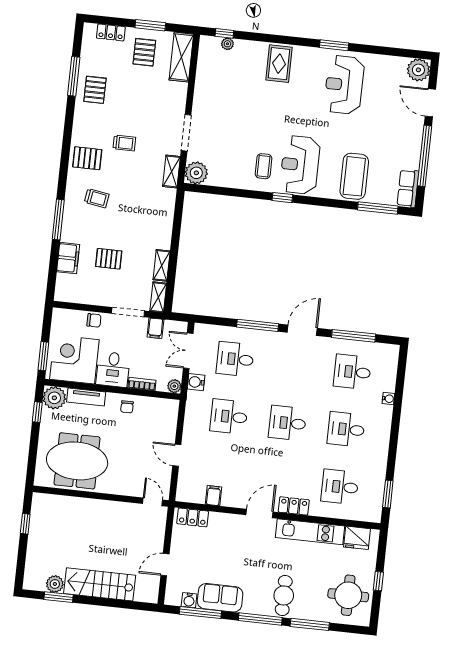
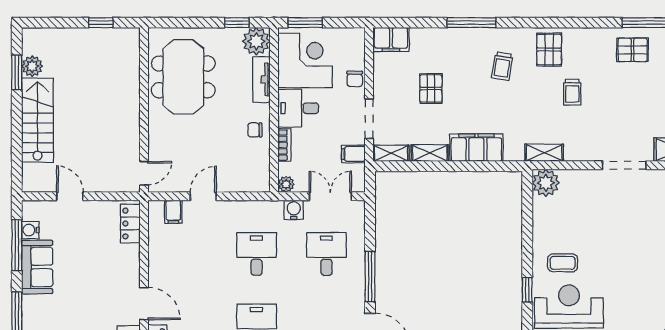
doorway: (186, 133) -> (624, 165), moved
filing cabinet: (161, 227) -> (476, 148), added
filing cabinet: (68, 258) -> (391, 39), moved
filing cabinet: (214, 496) -> (173, 212), moved, turned 90

